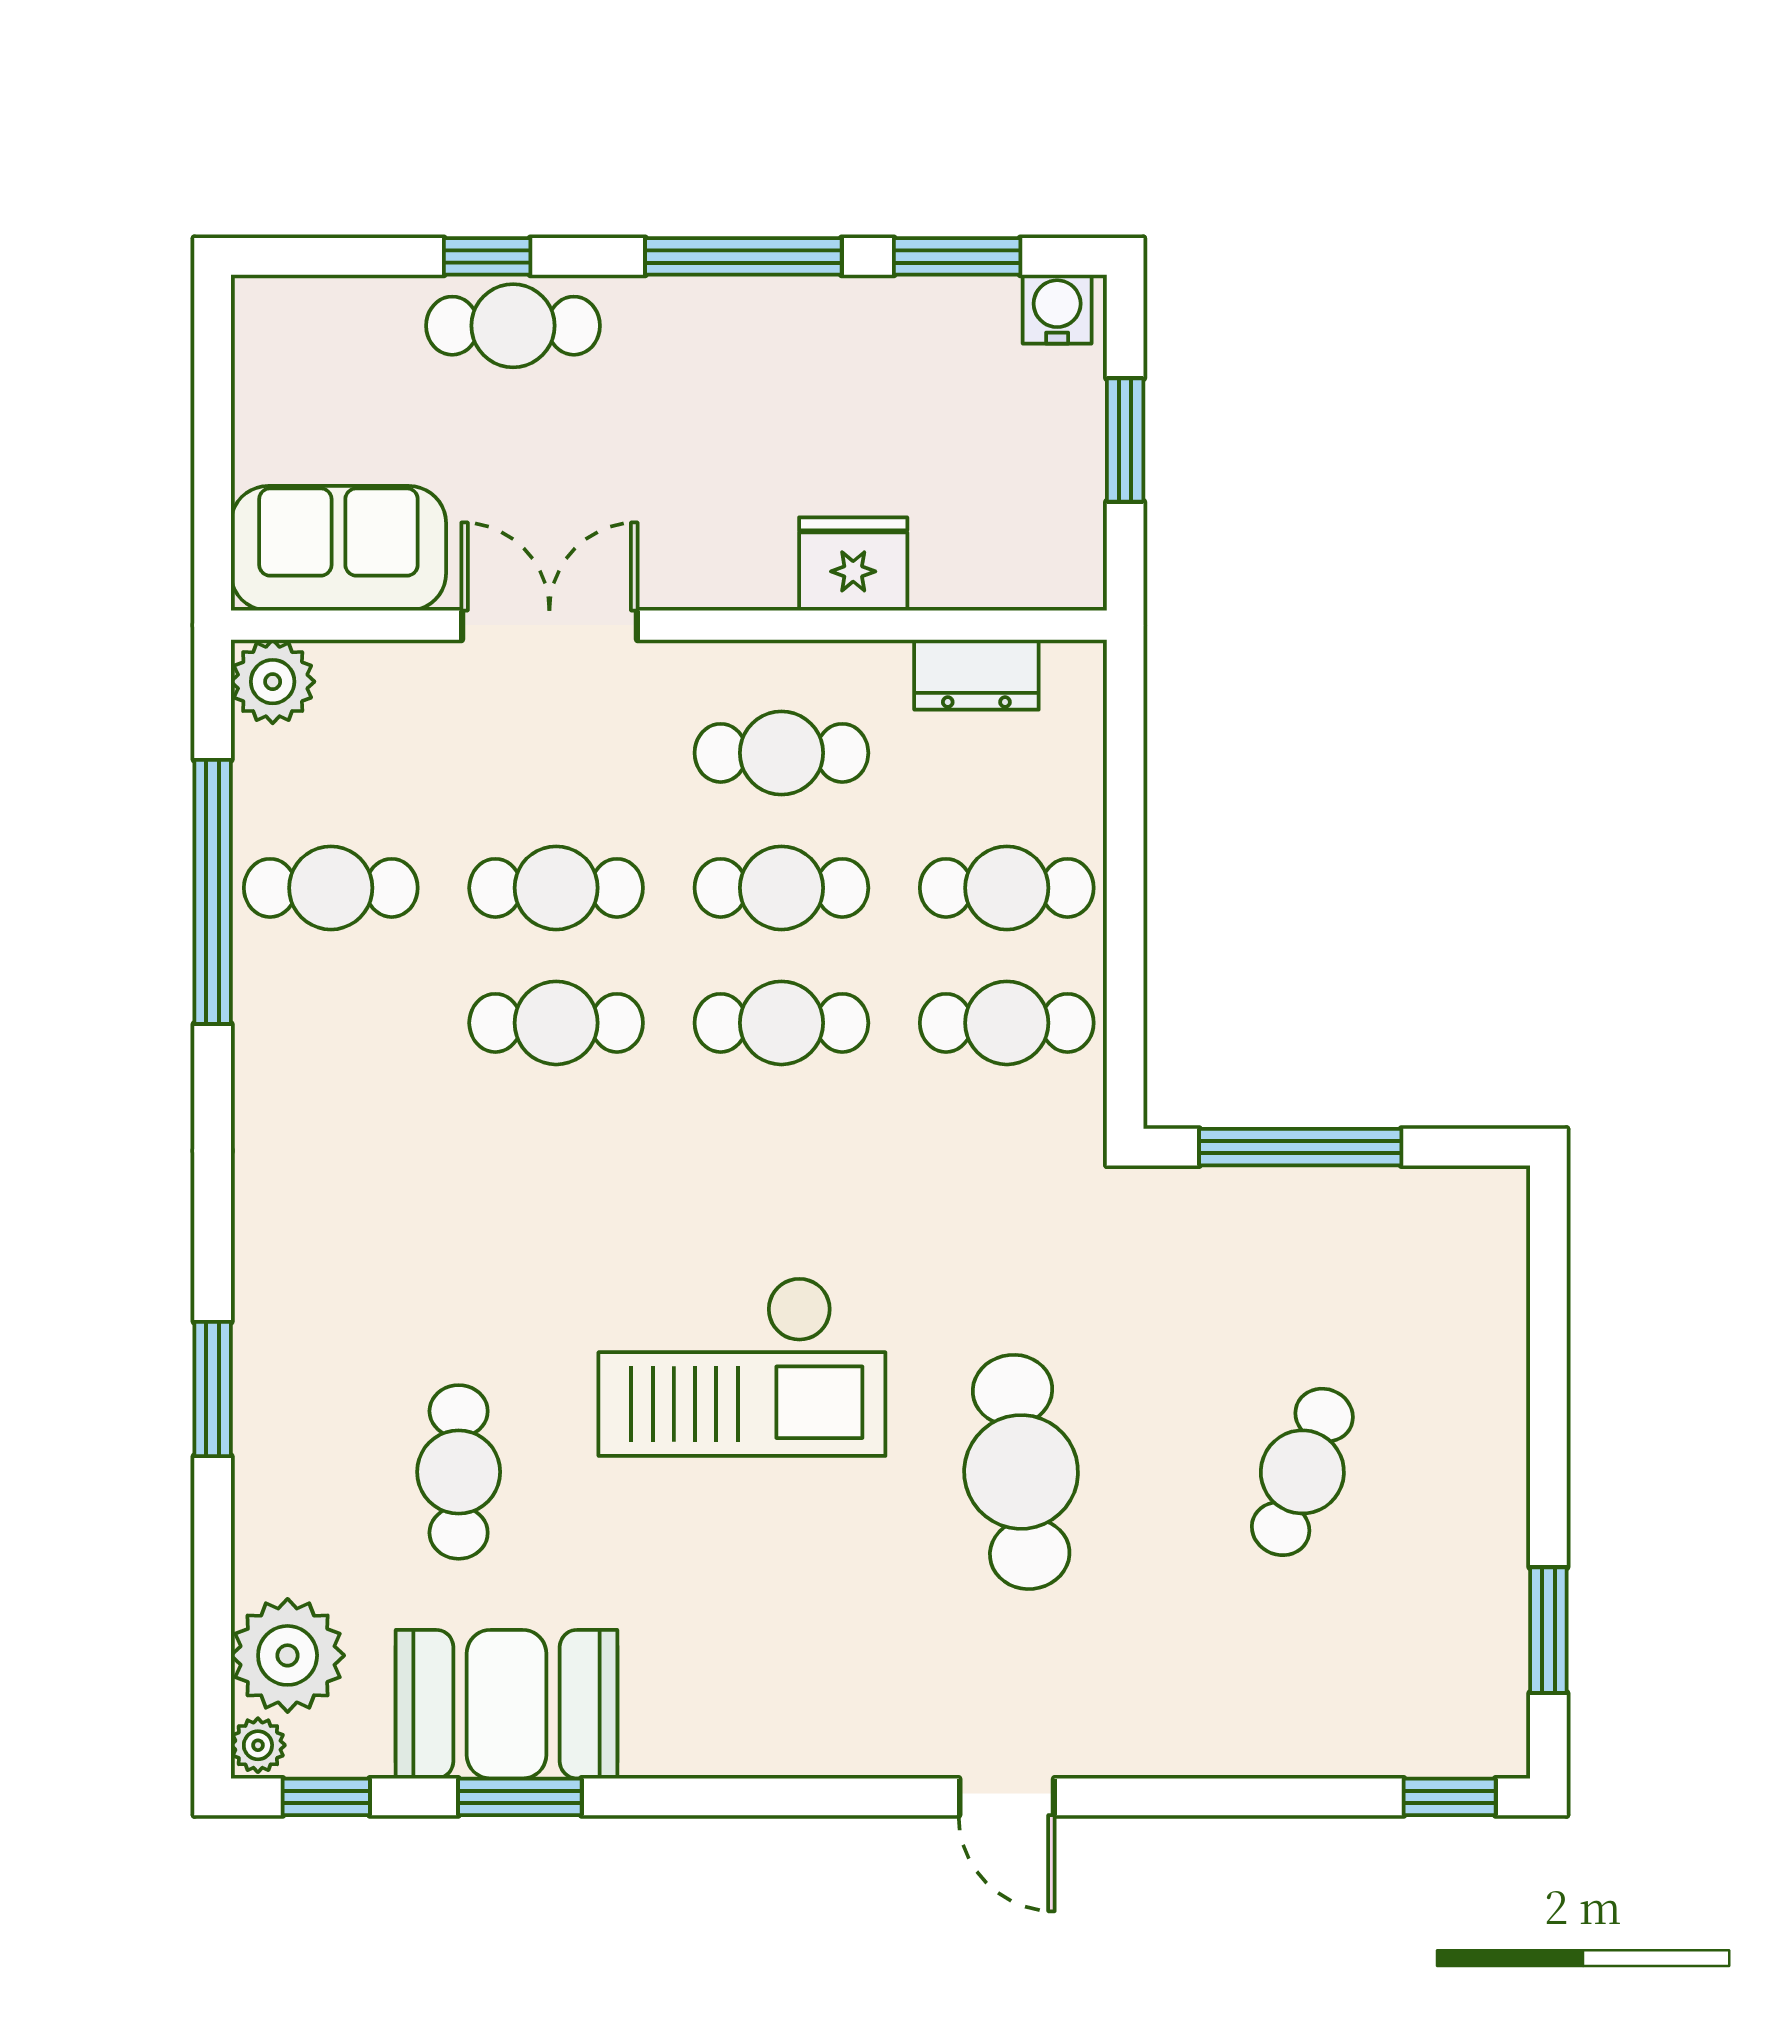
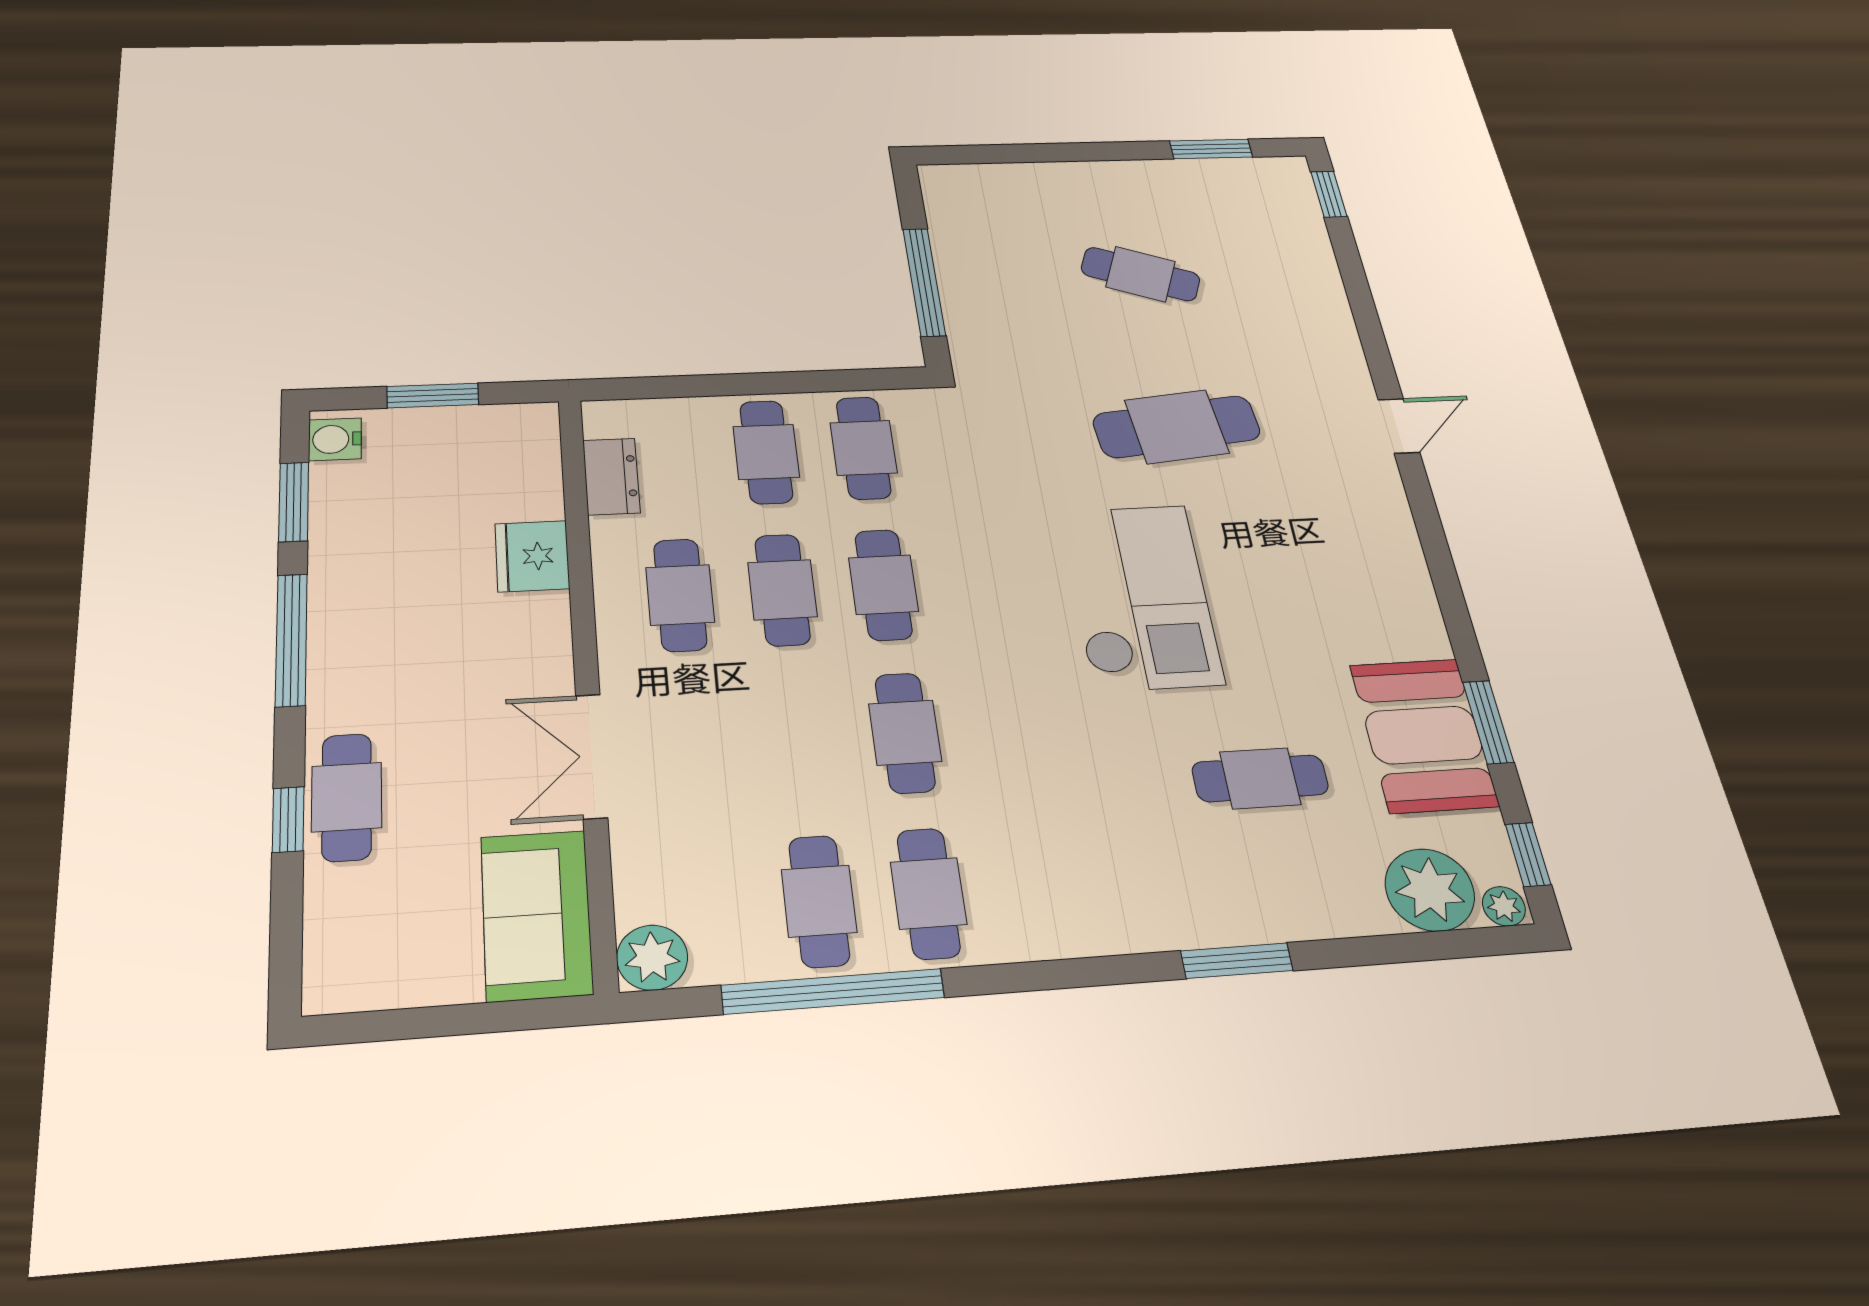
cafe table: (556, 888) -> (928, 893), moved

